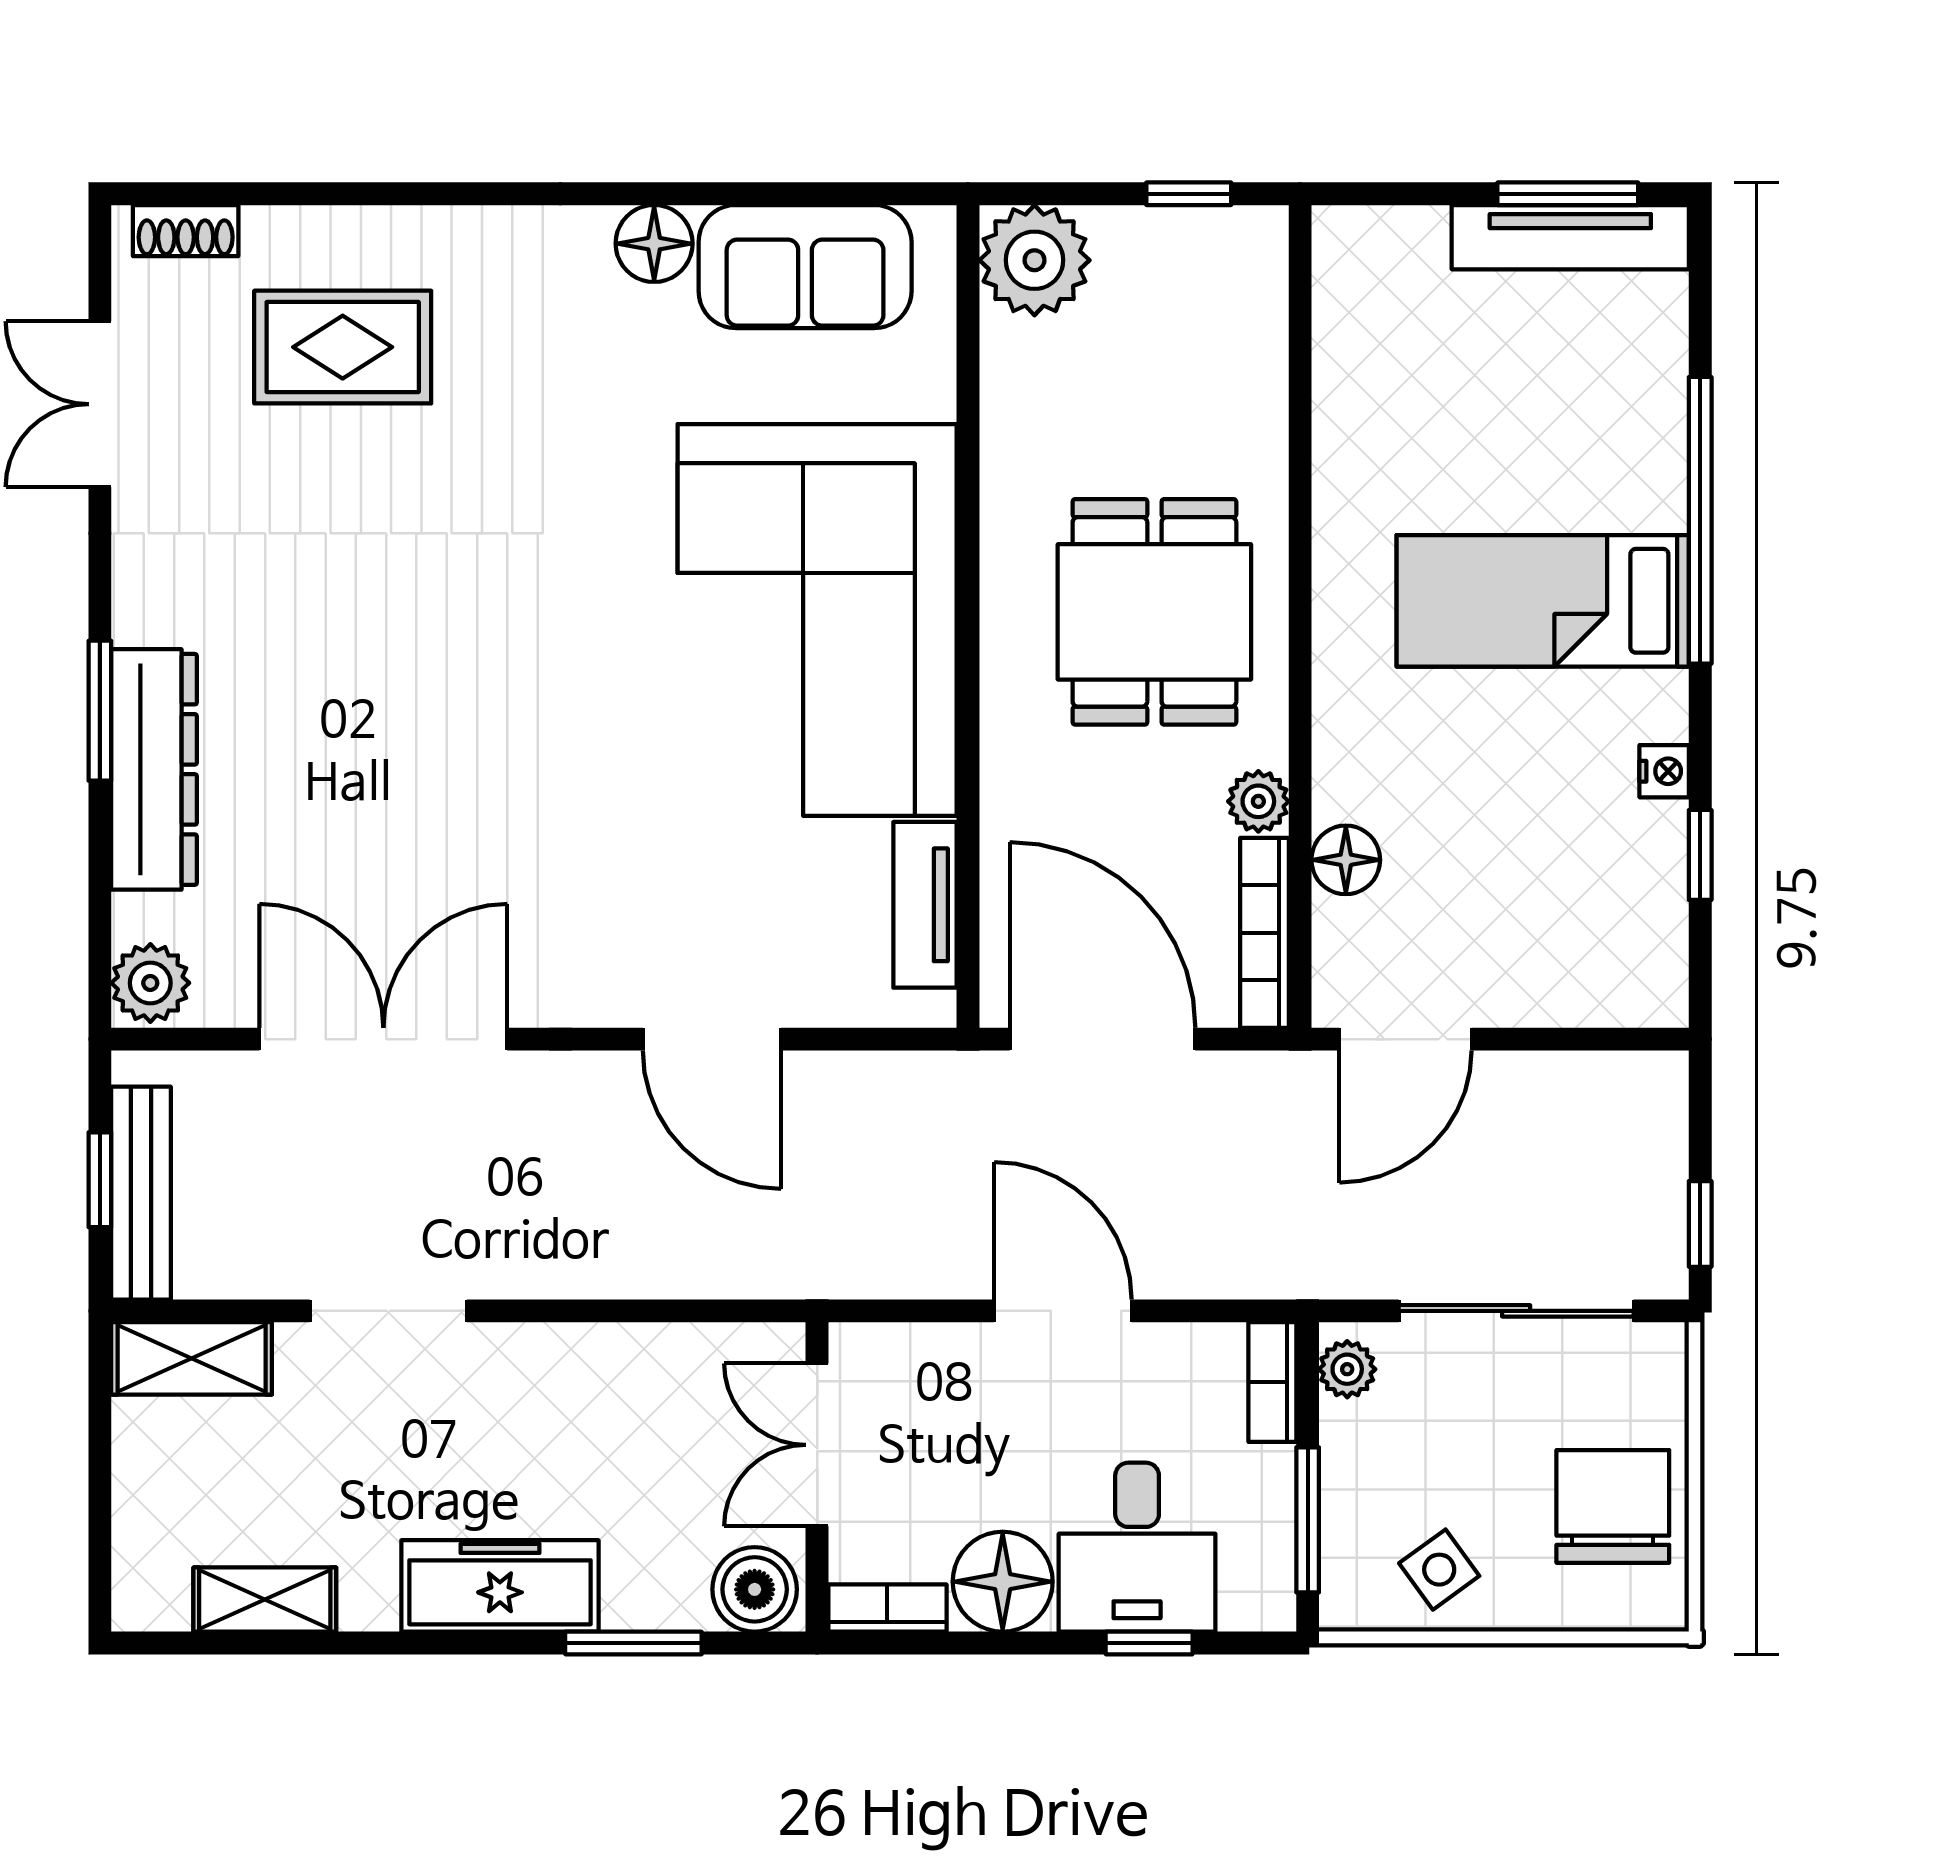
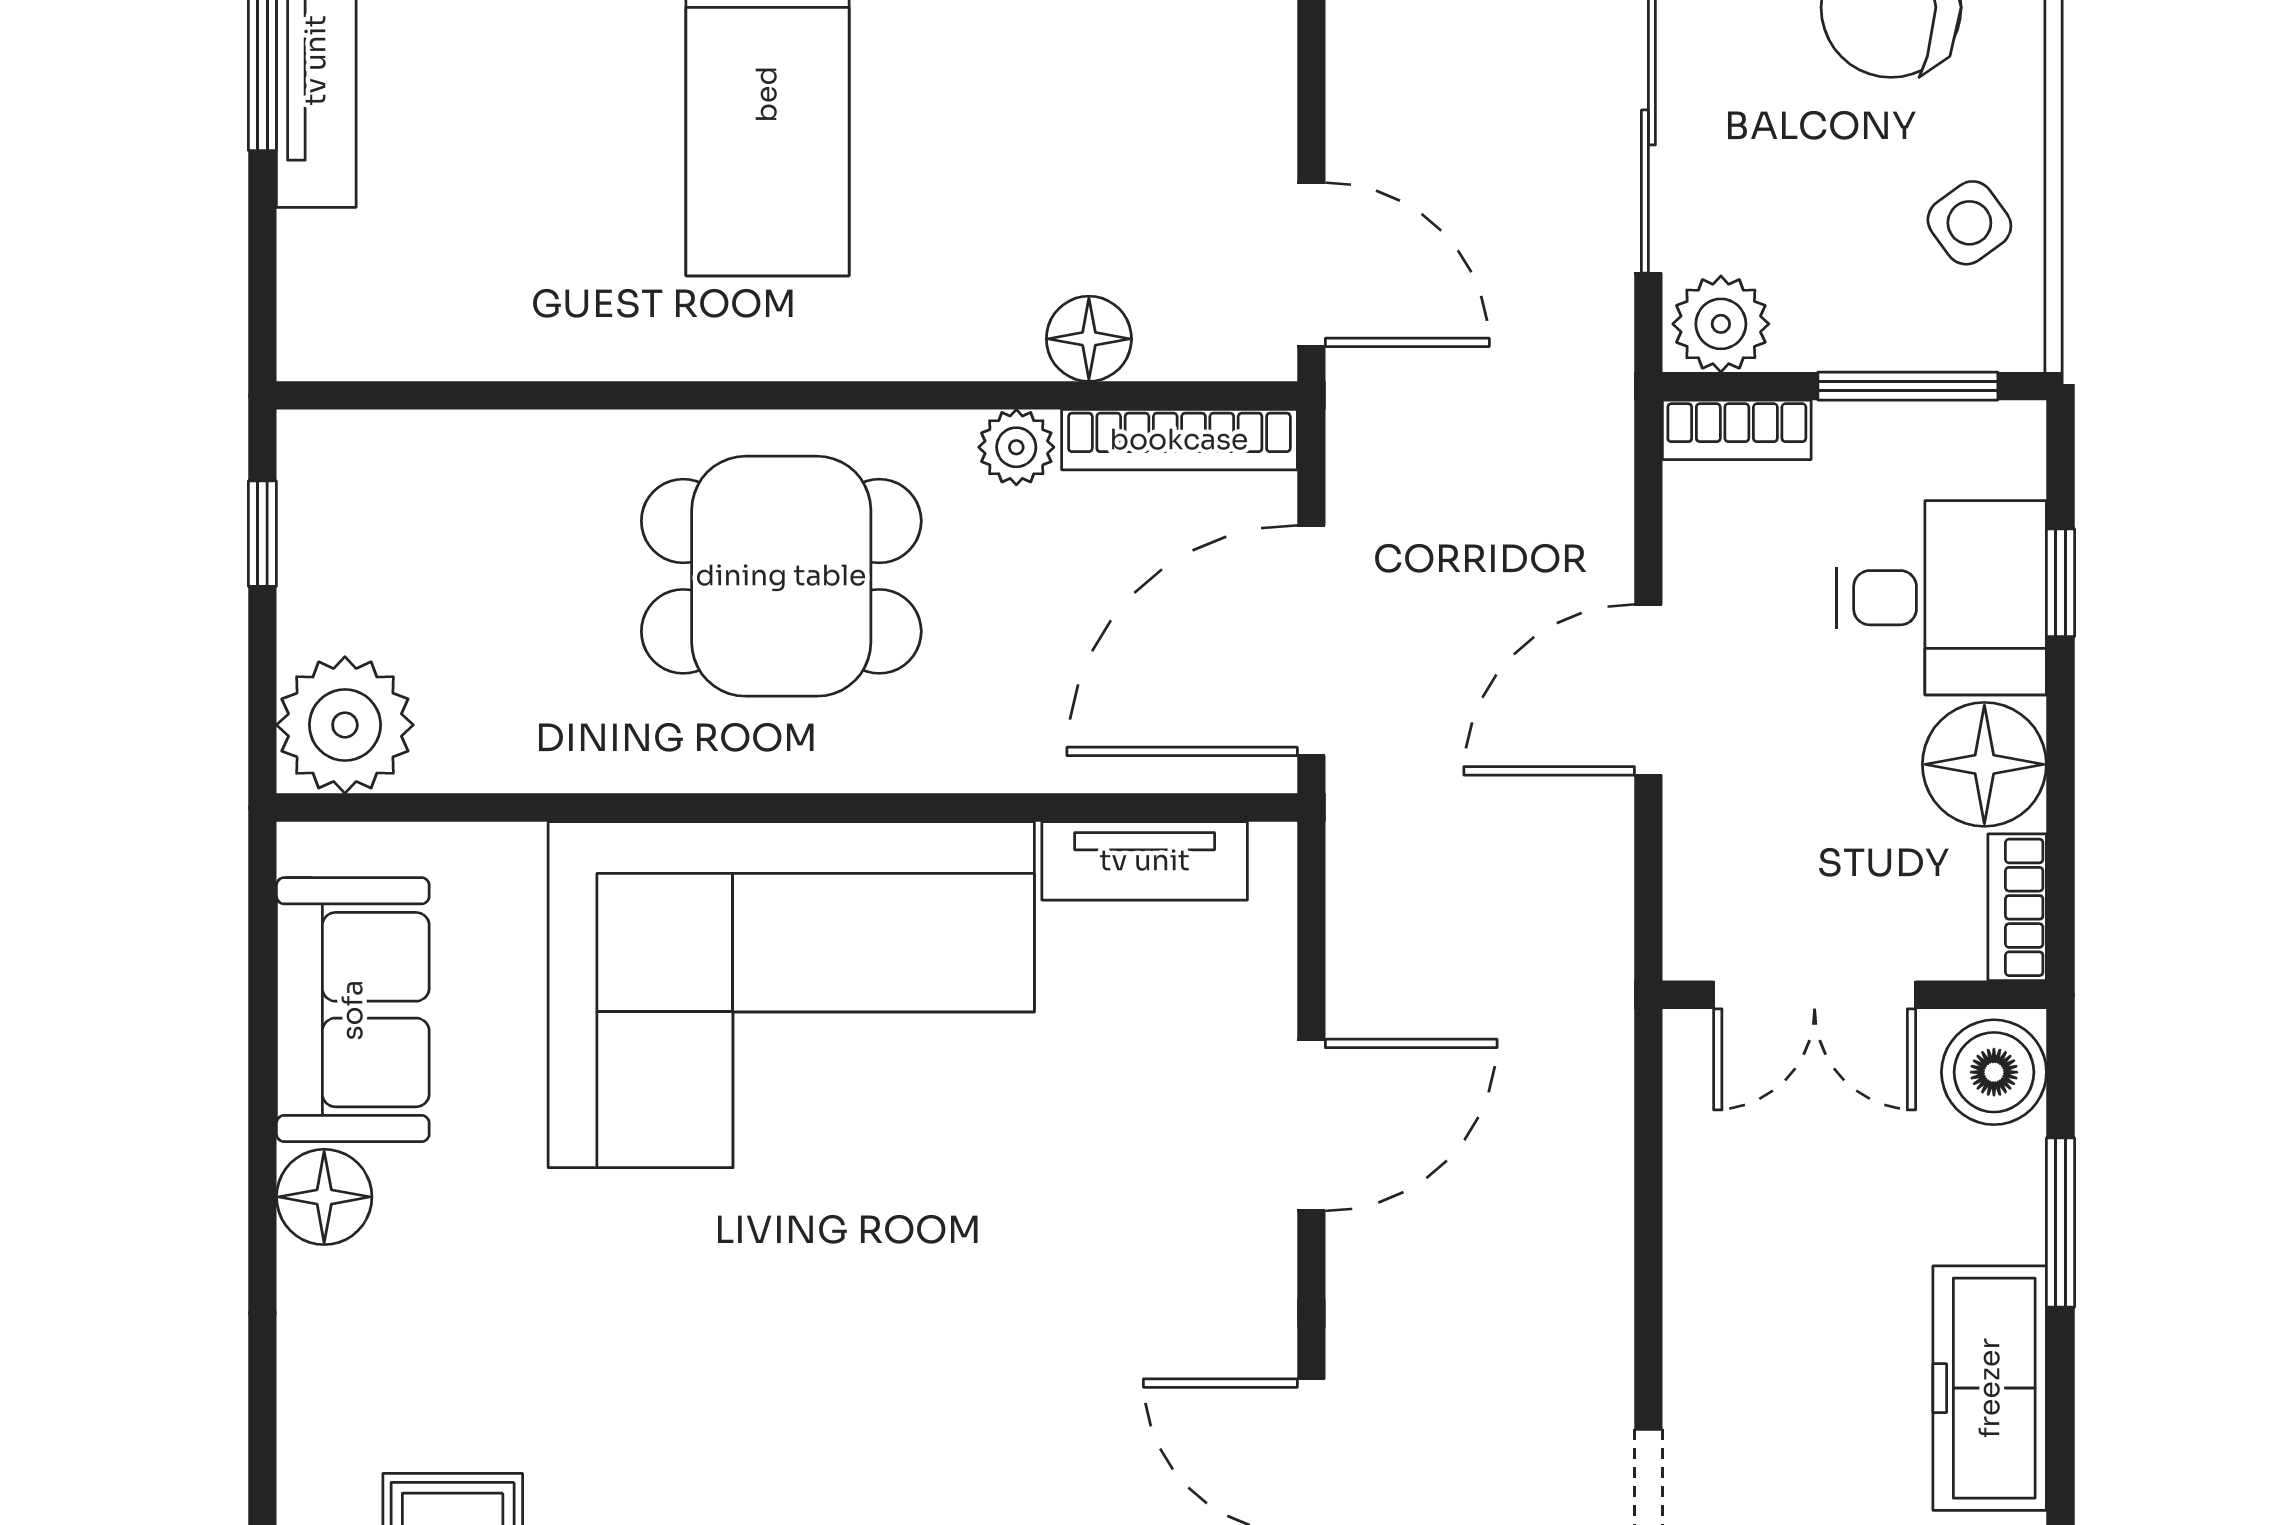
plant: (1347, 1369) -> (1721, 324), width x1.38, depth x1.38

